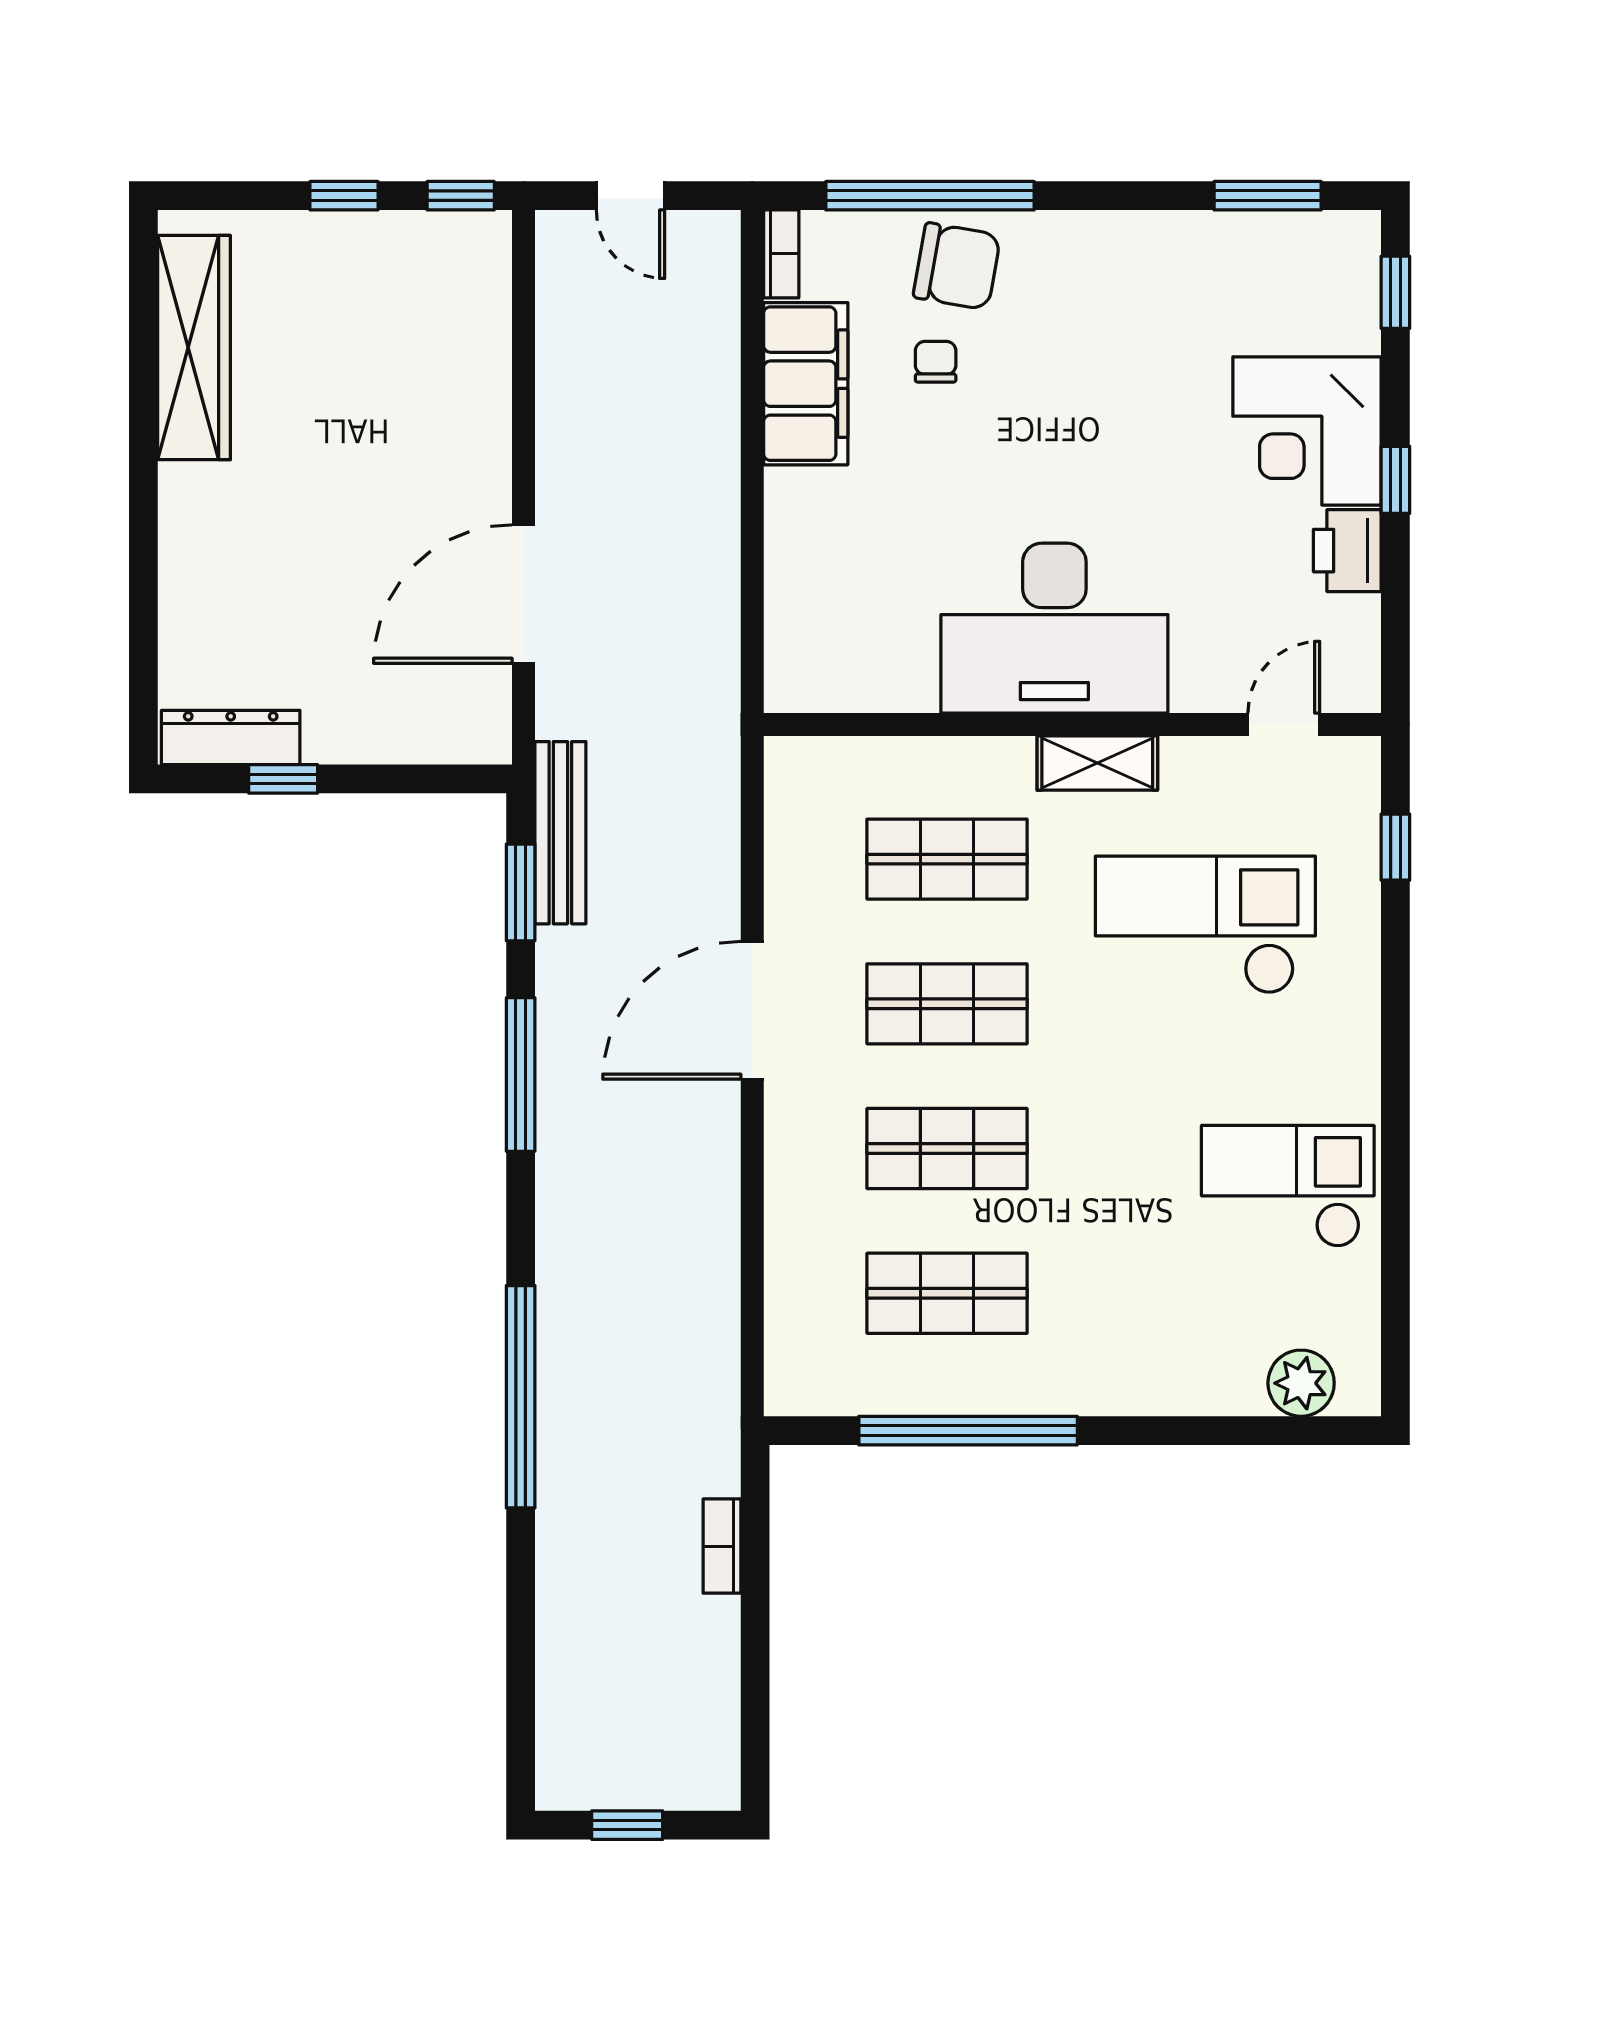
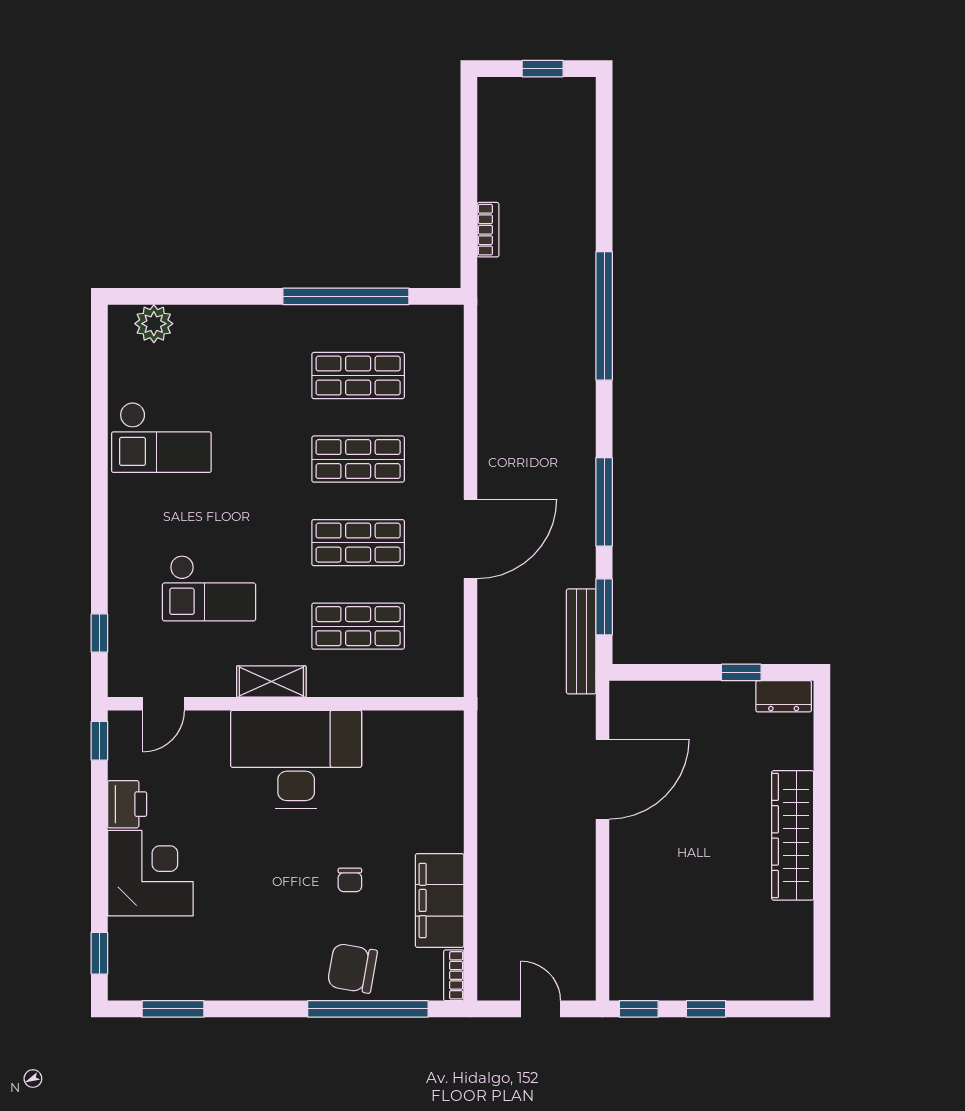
wardrobe: (194, 348) -> (793, 835), moved
chair: (936, 362) -> (350, 880), moved
window: (1395, 480) -> (99, 741), moved
dresser: (231, 737) -> (784, 696), width x0.70
checkout: (1205, 925) -> (209, 588), width x0.73, depth x0.83

